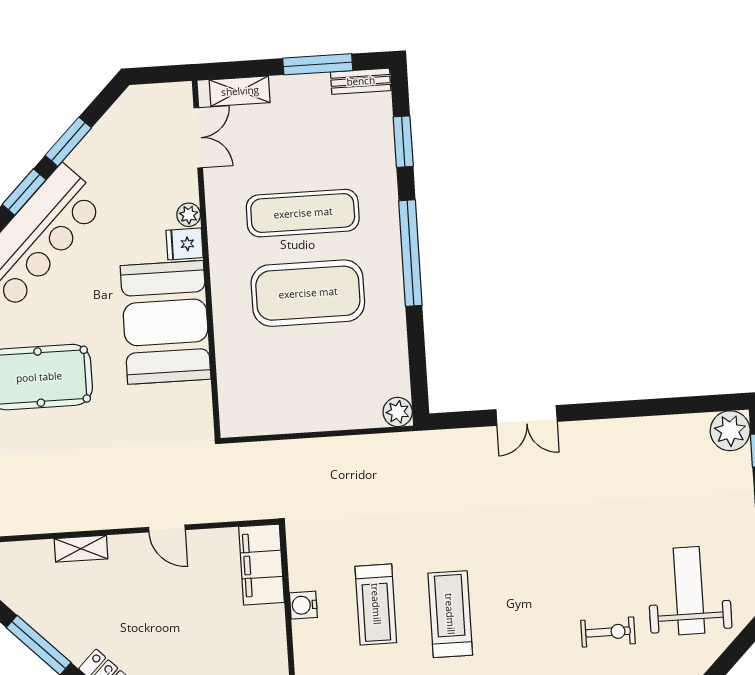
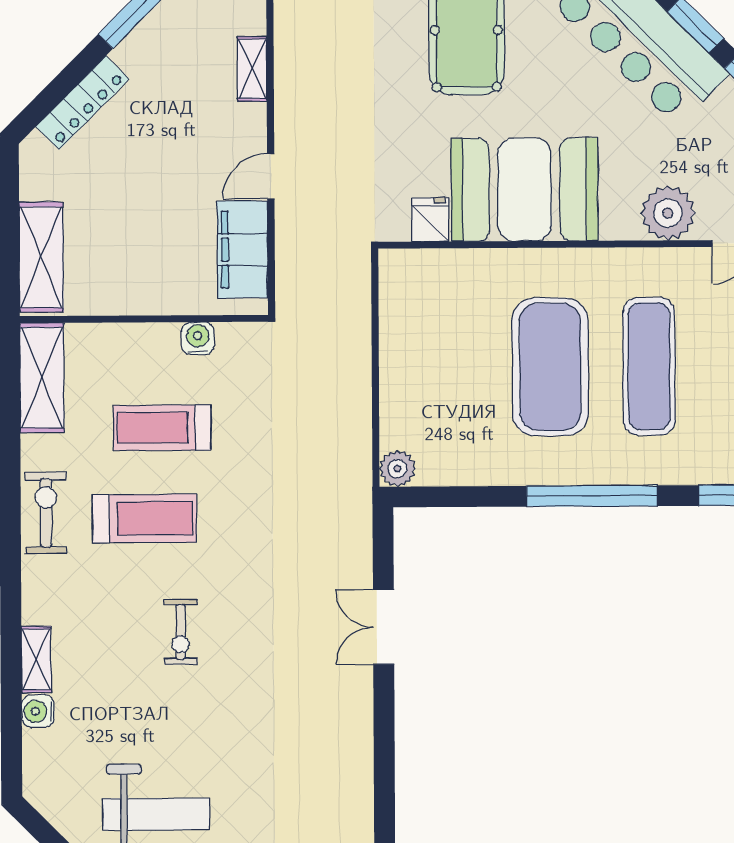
plant: (189, 215) -> (668, 213), width x1.88, depth x1.88
fridge: (185, 244) -> (430, 220), moved
filing cabinet: (262, 565) -> (243, 250), moved, turned -90
water cooler: (303, 605) -> (198, 338), moved
exercise bike: (608, 632) -> (181, 632), moved

